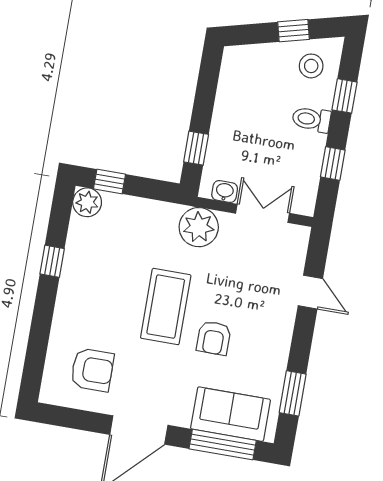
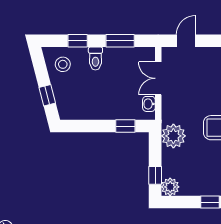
window: (294, 31) -> (47, 95), moved
window: (333, 164) -> (120, 41), width x1.50
plant: (199, 227) -> (173, 136), moved
door: (310, 292) -> (186, 41), moved

